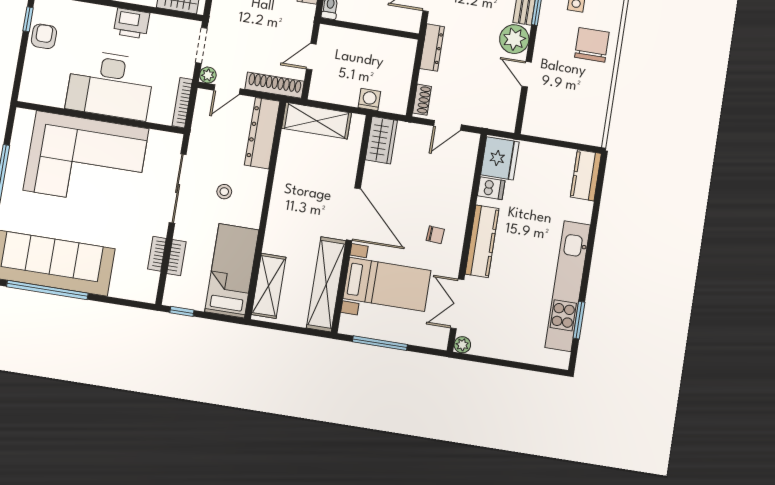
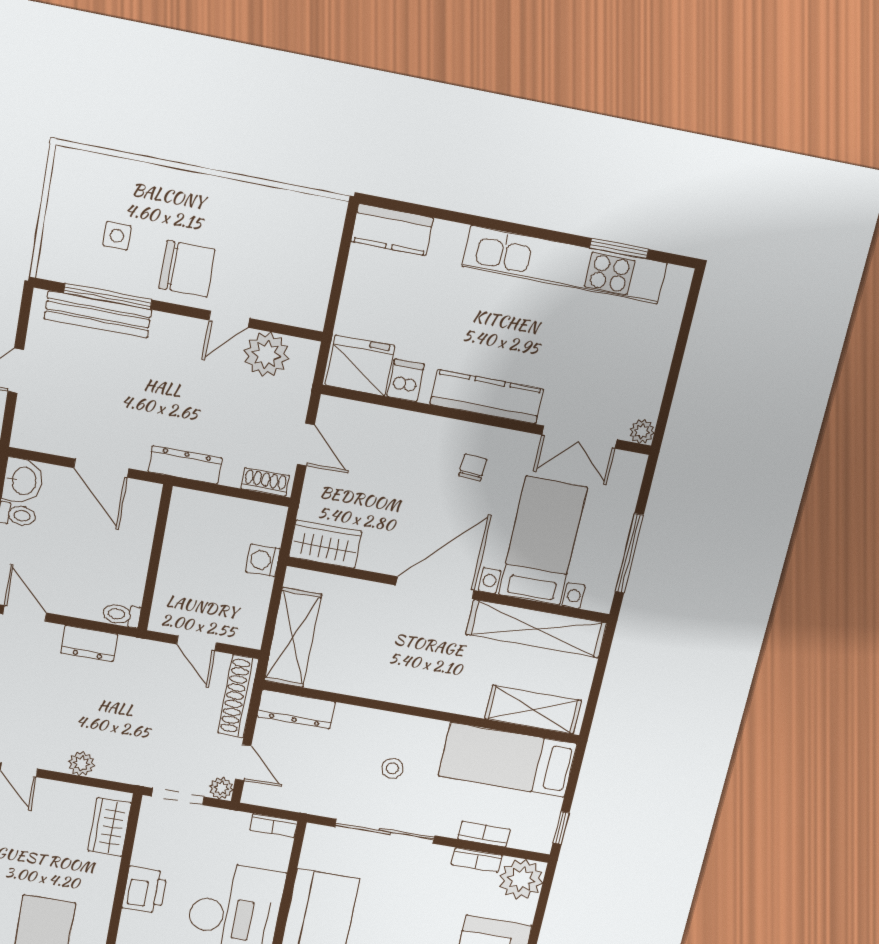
plant: (514, 39) -> (266, 354), moved
chair: (592, 45) -> (187, 269), moved, turned 180
bookcase: (182, 103) -> (274, 826), width x0.64
dresser: (262, 133) -> (296, 709), width x0.73, depth x0.80
plant: (142, 286) -> (521, 879), added

